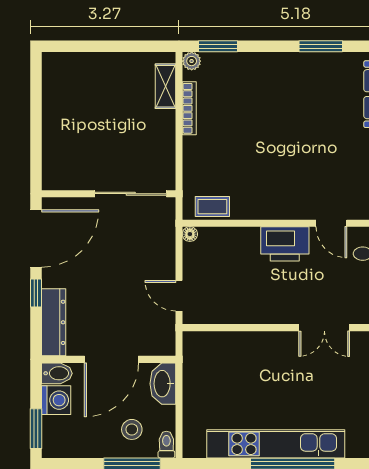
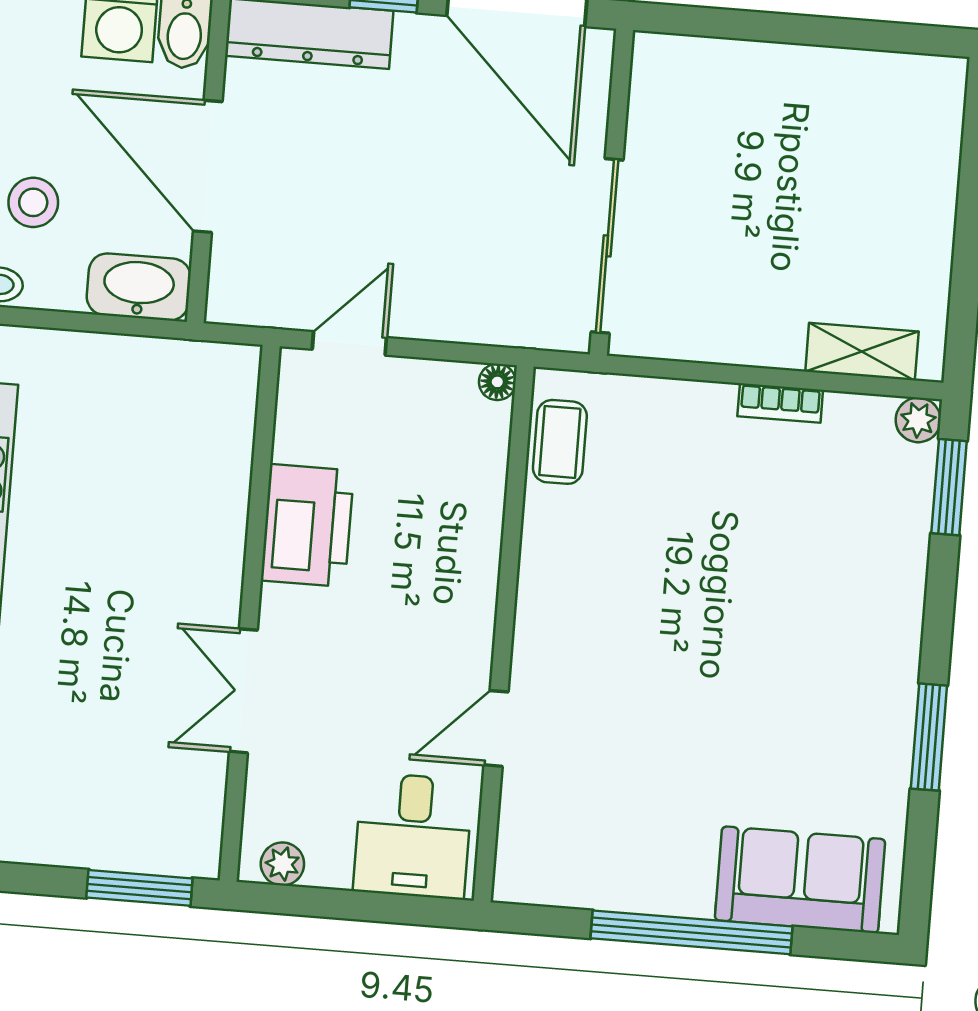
bookcase: (189, 108) -> (780, 403), width x0.64
printer: (285, 244) -> (307, 525), moved, turned 180

